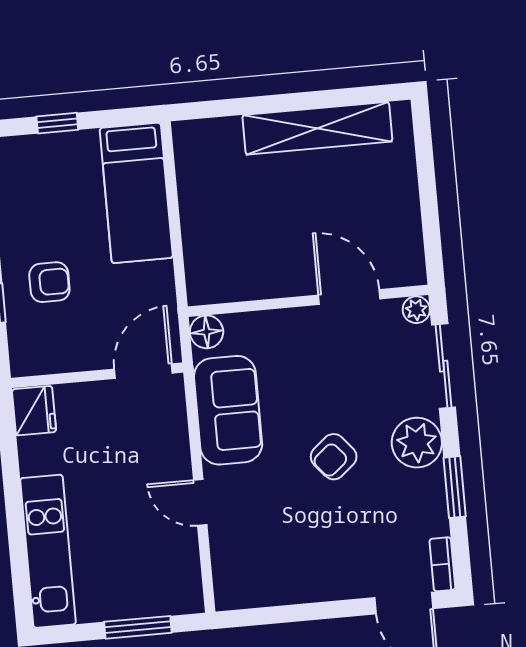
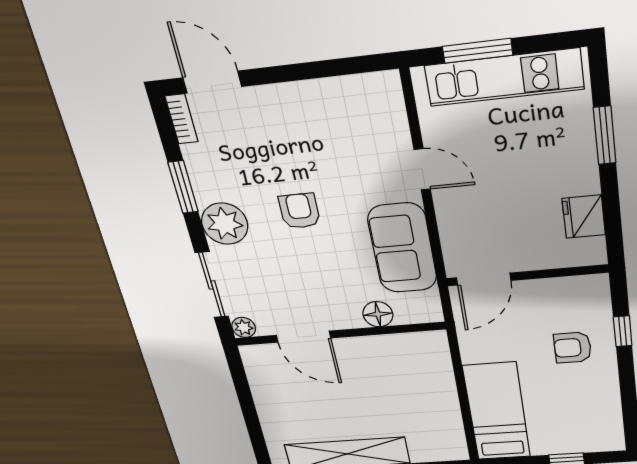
floor lamp: (207, 332) -> (378, 314), moved
fridge: (34, 411) -> (584, 217), moved
armchair: (334, 457) -> (299, 211), turned -50
window: (17, 536) -> (605, 135), added
kitchen unit: (48, 551) -> (504, 77), moved, turned -90

